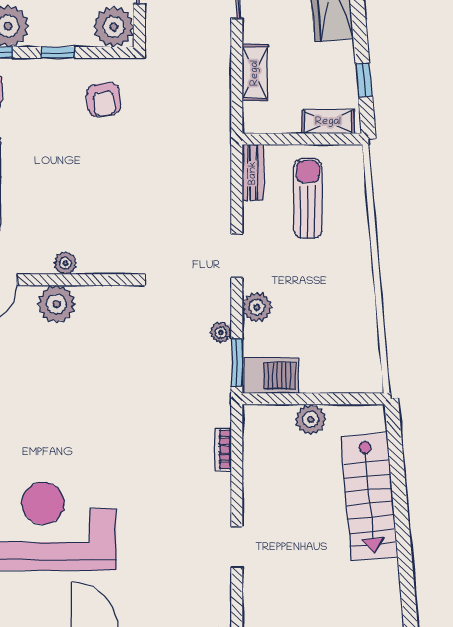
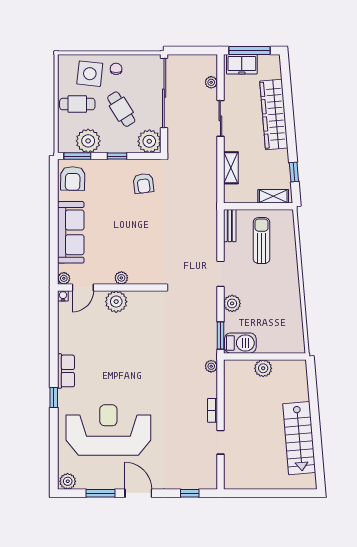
plant: (221, 332) -> (211, 366), moved
bookcase: (223, 449) -> (212, 410), moved
stairs: (369, 497) -> (299, 438), moved

